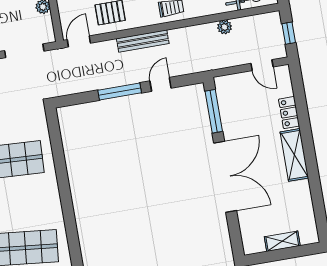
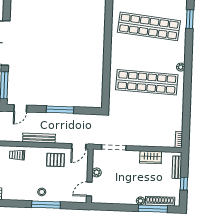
door: (161, 84) -> (20, 108), moved

